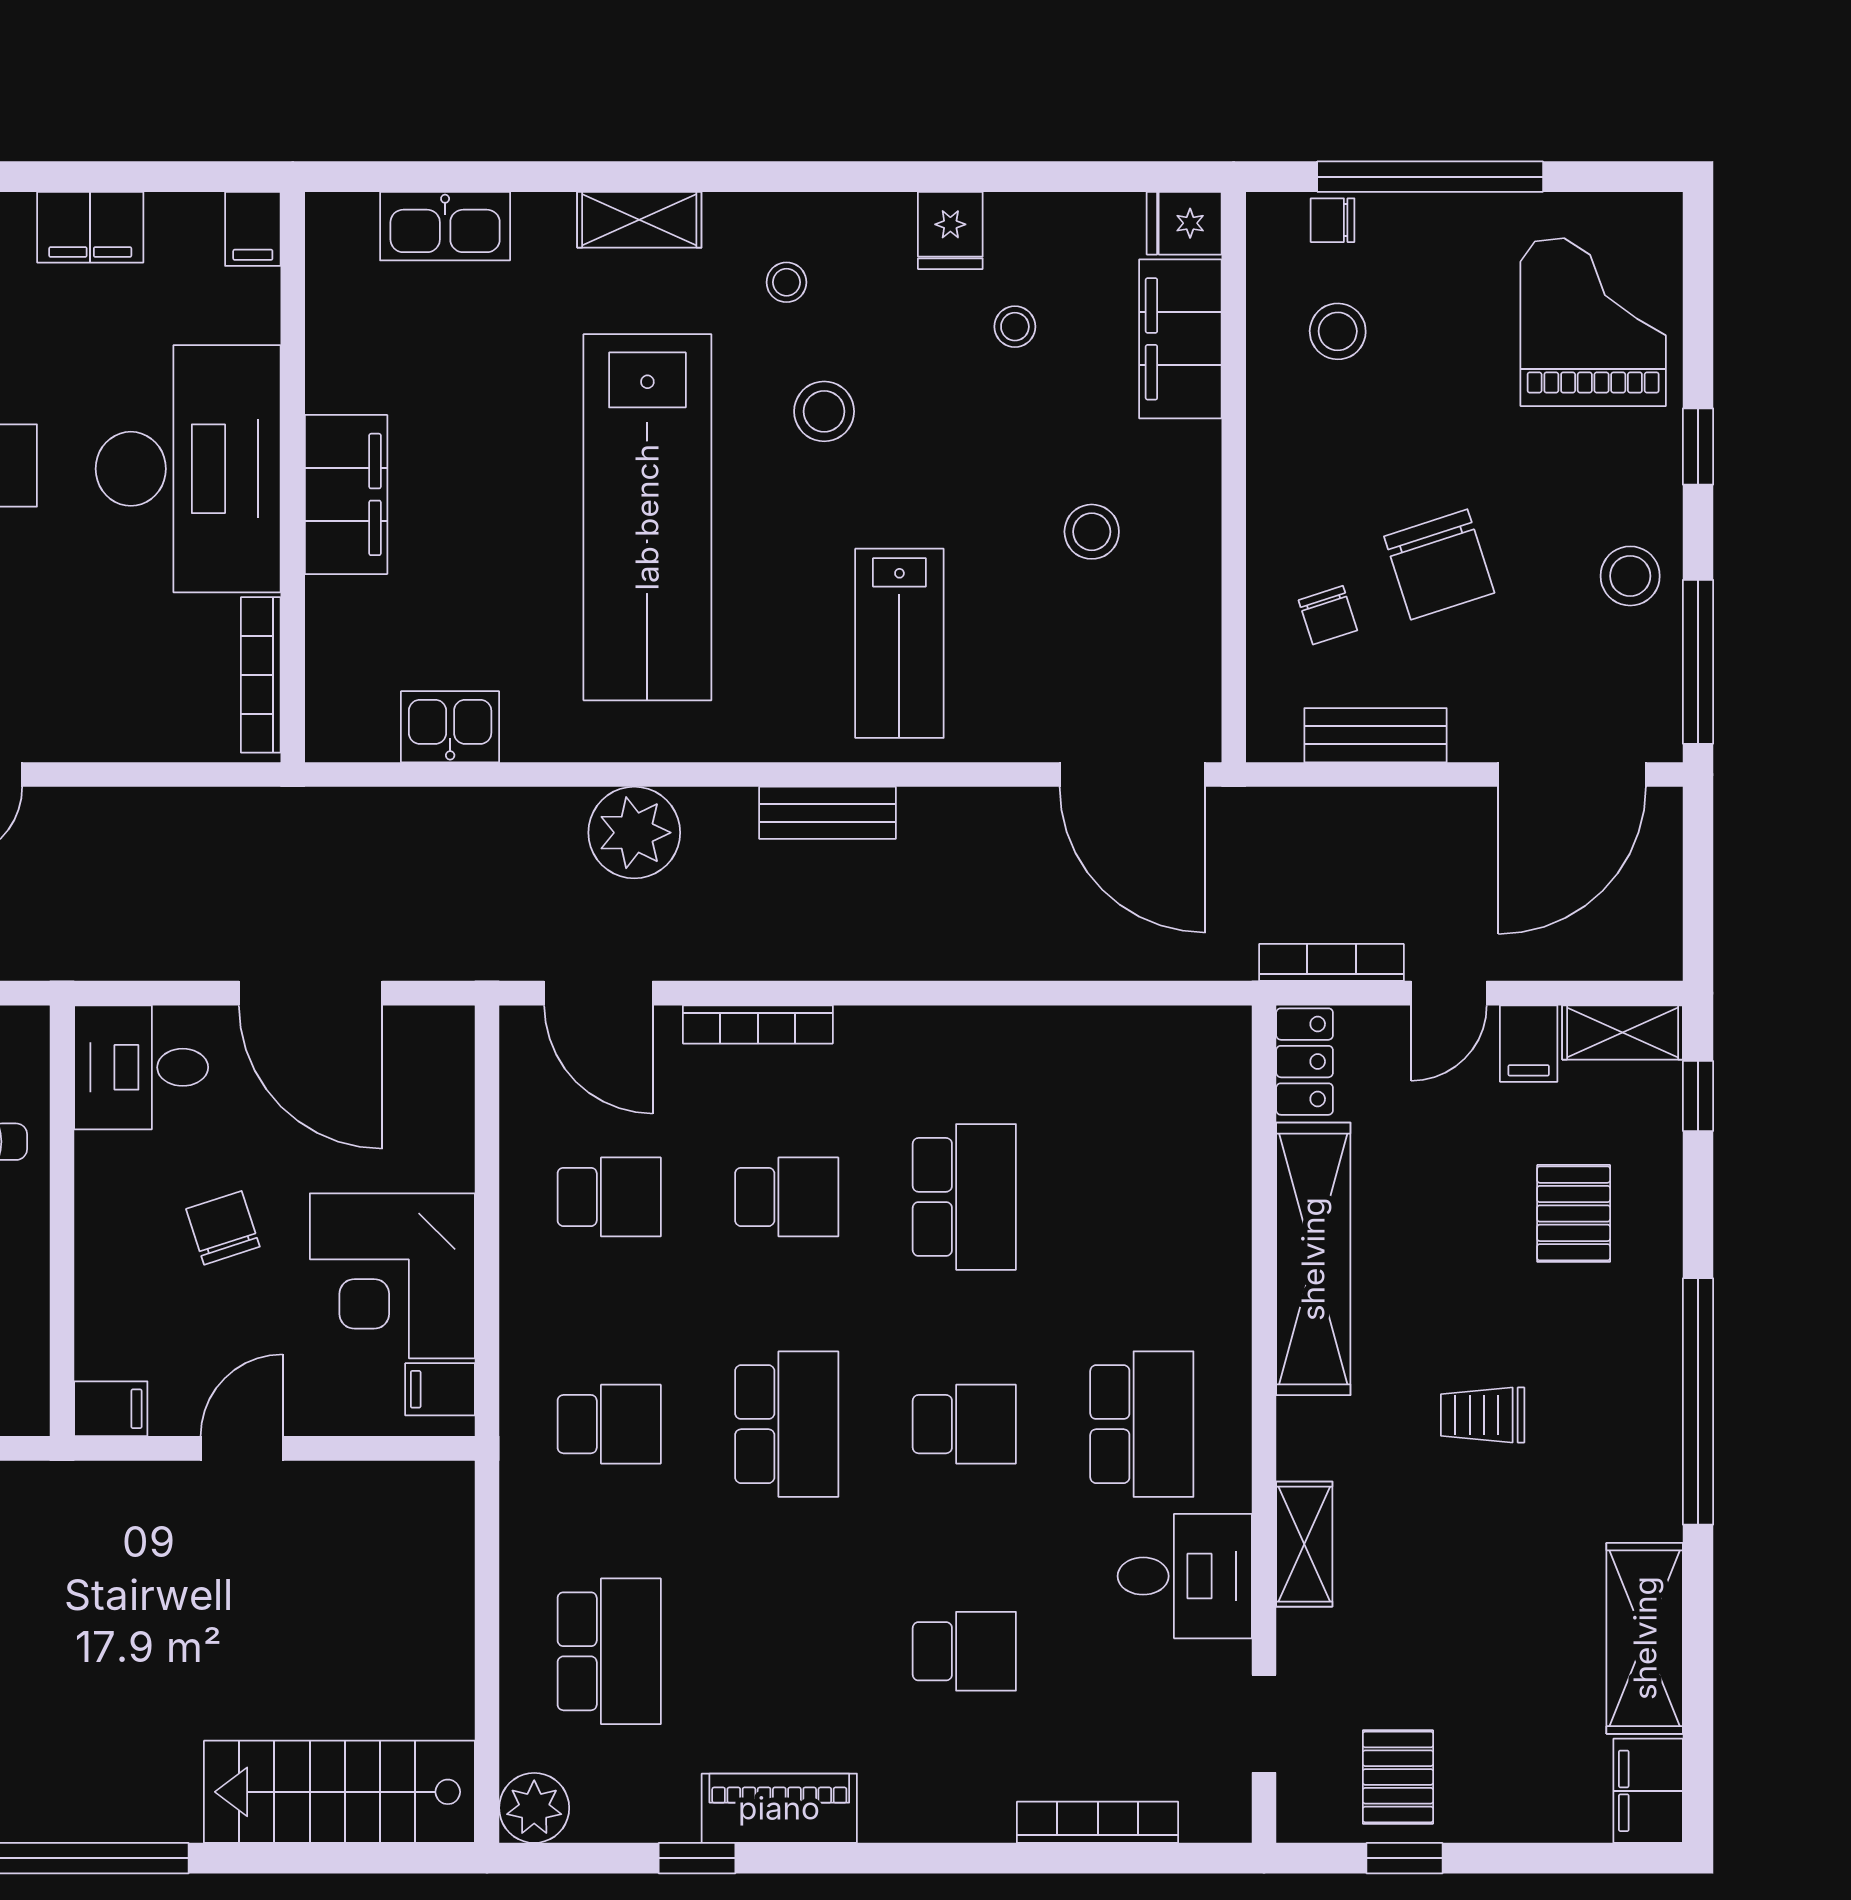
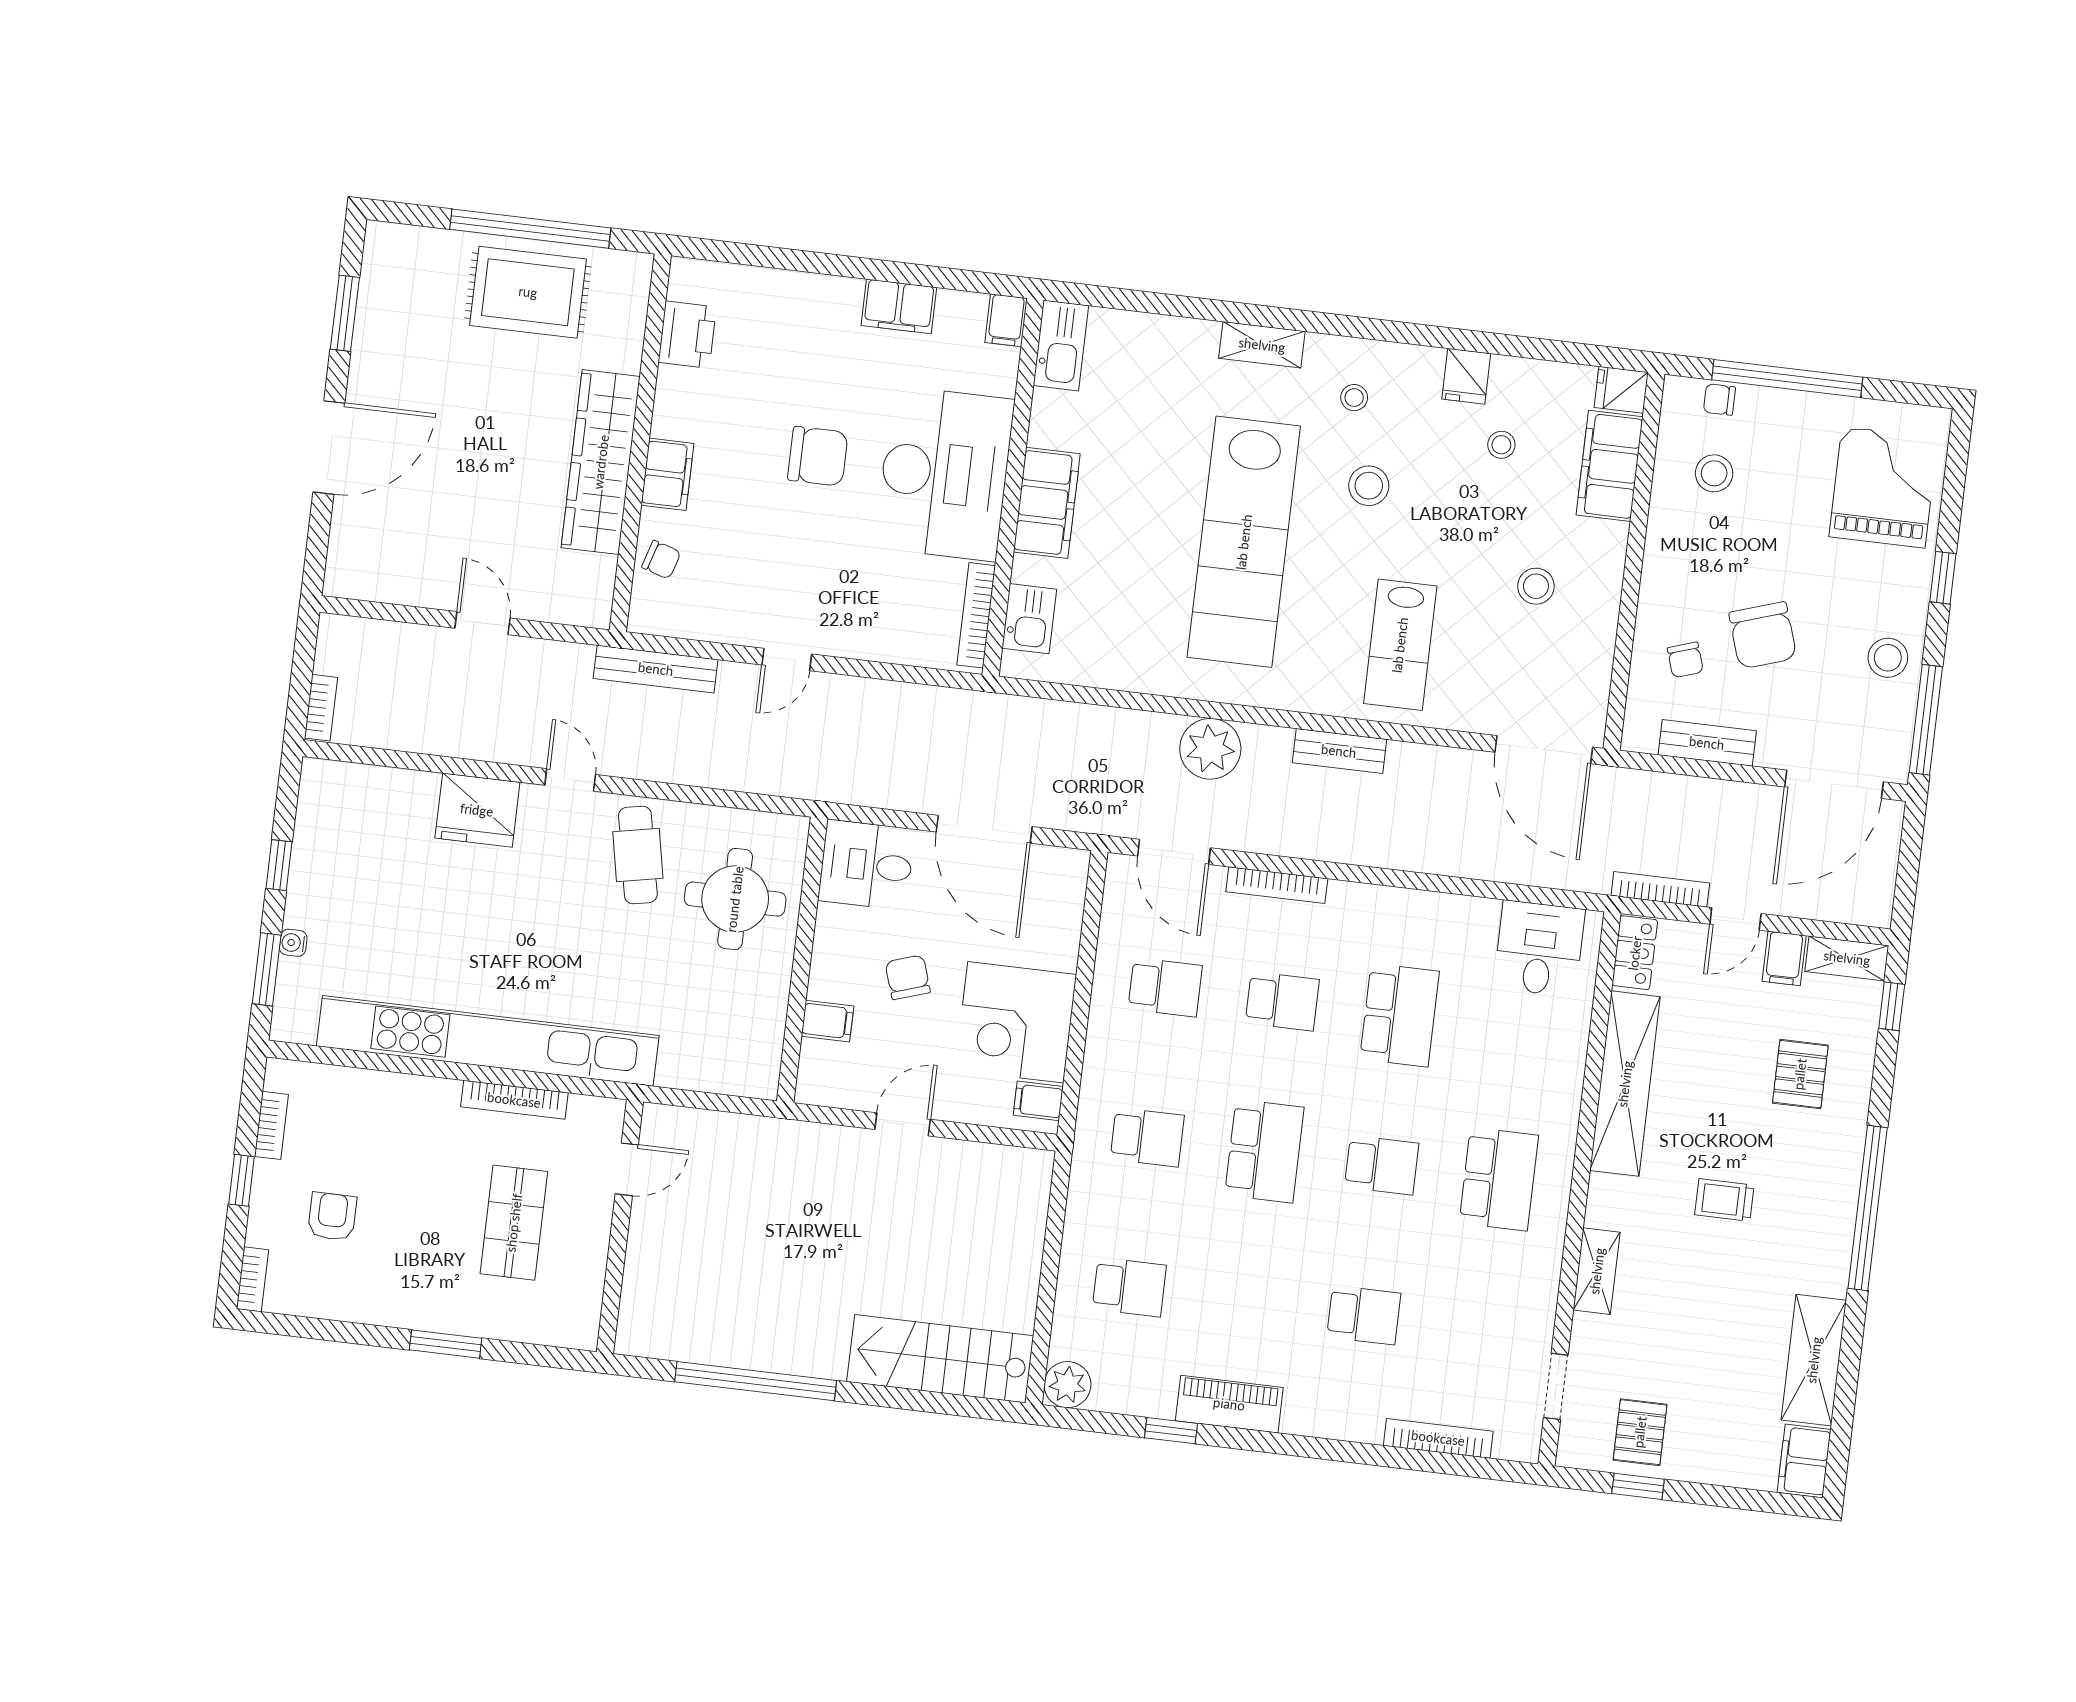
kitchen sink: (445, 226) -> (1061, 346), moved, turned -90
kitchen sink: (450, 727) -> (1029, 619), moved, turned 90
filing cabinet: (111, 1409) -> (827, 1021), moved
desk: (1185, 1576) -> (1539, 949), moved, turned -90
school desk: (609, 1651) -> (1129, 1287), width x0.54

